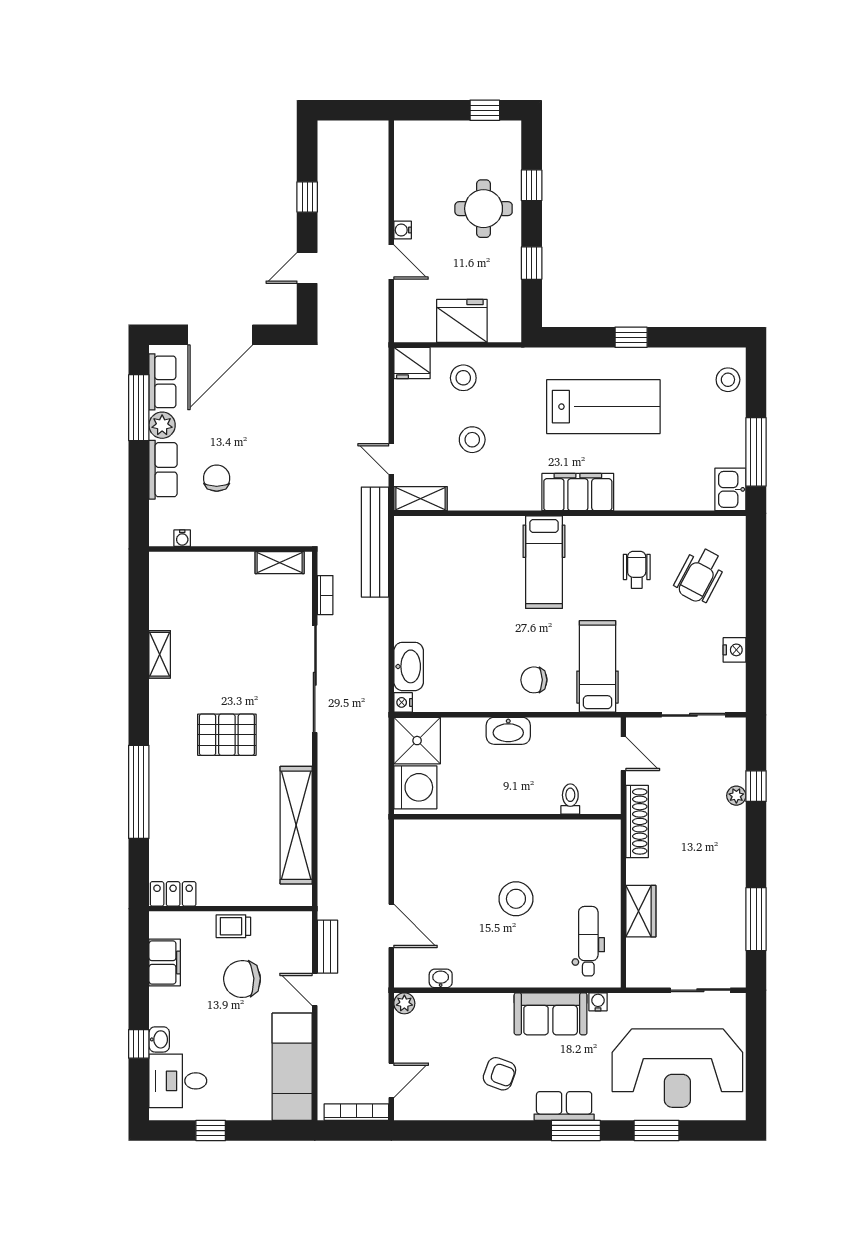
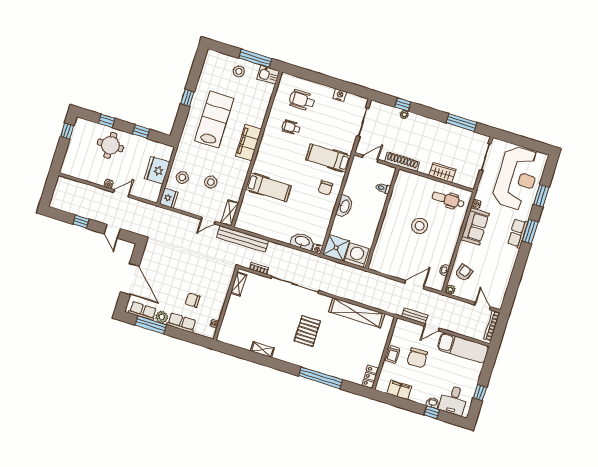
stool: (728, 380) -> (239, 71), moved
hospital bed: (544, 562) -> (268, 187), moved
wheelchair: (700, 575) -> (302, 100), turned 152
armchair: (499, 1074) -> (464, 273), moved

